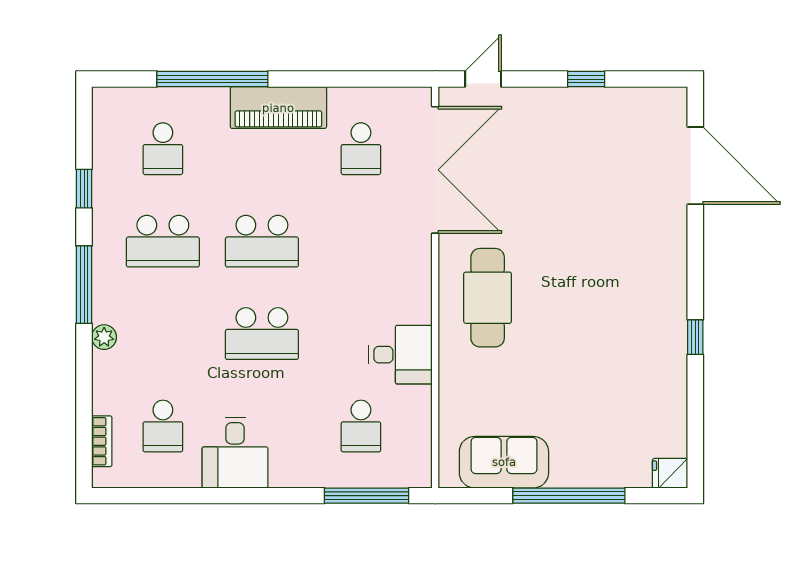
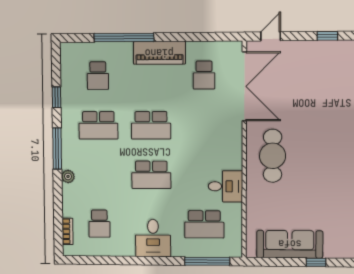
school desk: (361, 426) -> (204, 224), width x1.85
desk: (235, 453) -> (153, 238), moved
sofa: (504, 462) -> (290, 244), width x1.36
window: (569, 496) -> (316, 262), width x0.32

